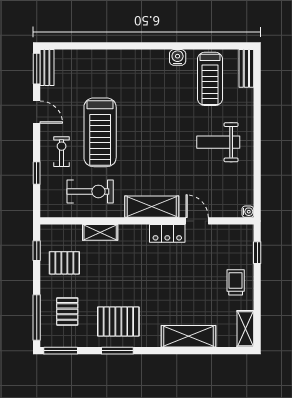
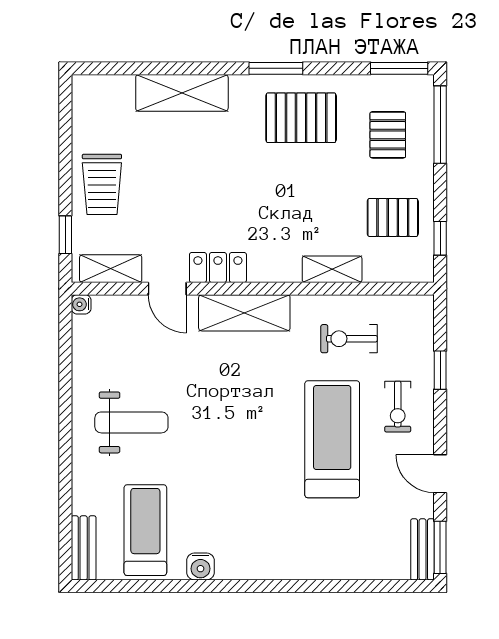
exercise bike: (90, 191) -> (349, 339), width x0.73, depth x0.72
trolley: (236, 282) -> (102, 184), width x1.36, depth x1.39
shelving: (245, 329) -> (111, 269), moved, turned 90
window: (117, 351) -> (276, 68), moved

